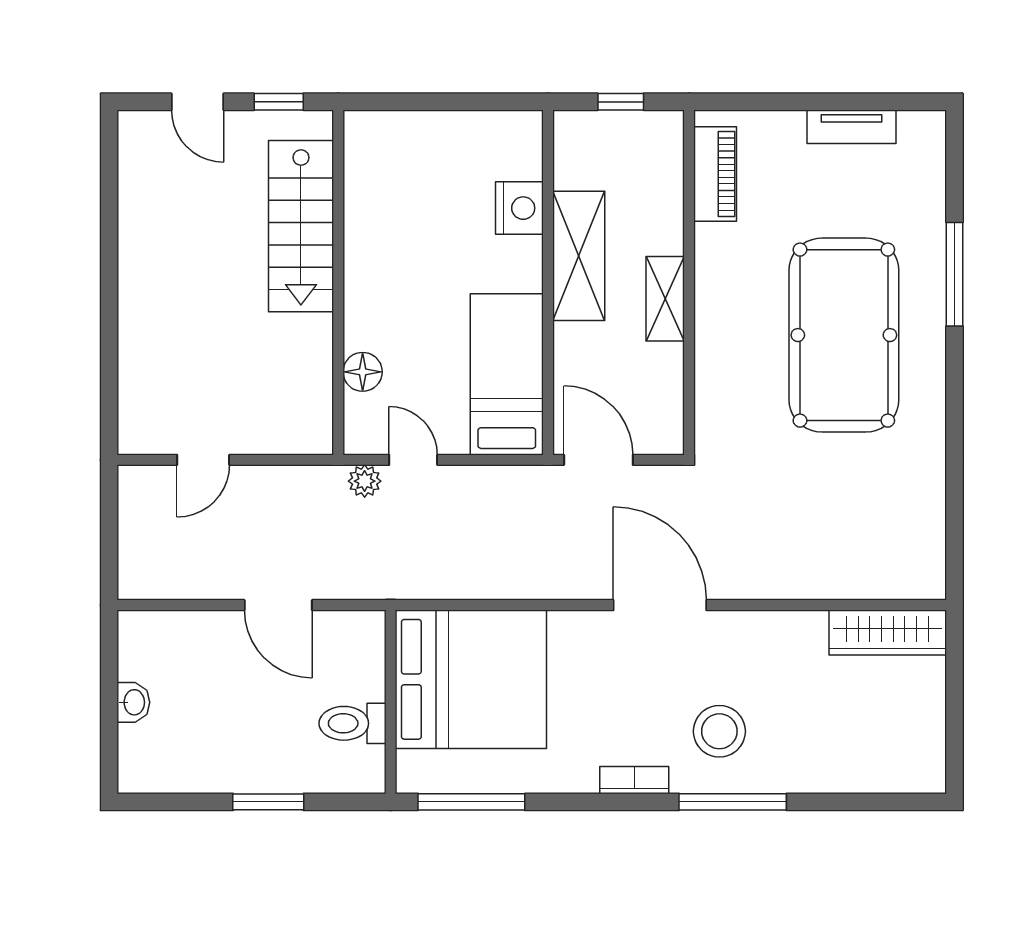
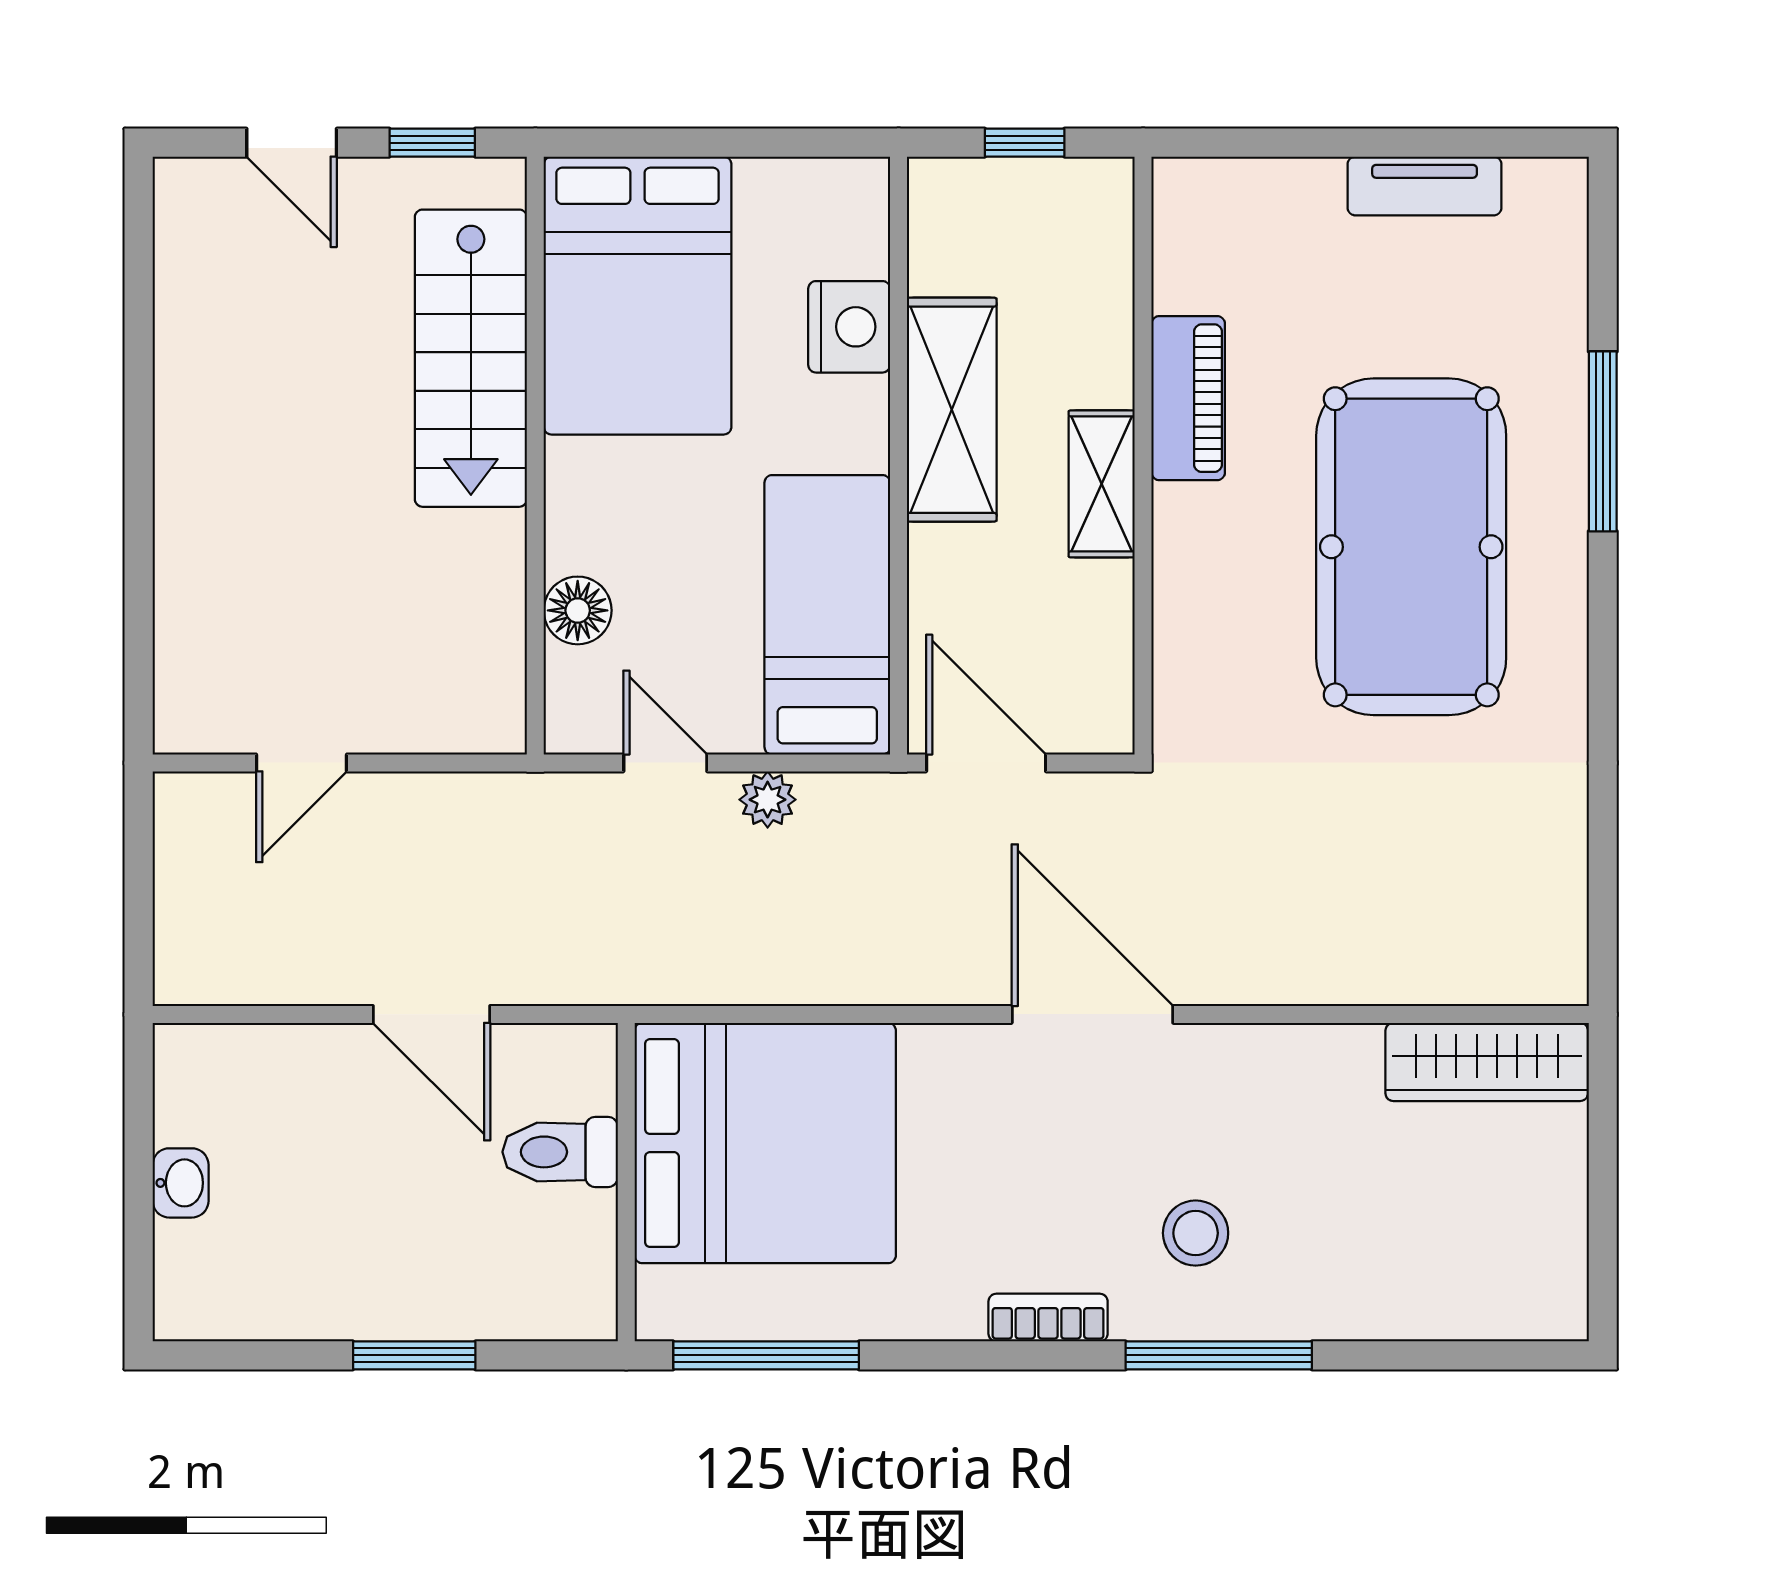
piano: (715, 174) -> (1188, 398), moved
bed: (397, 190) -> (638, 296), added
plant: (365, 481) -> (768, 800), moved
toilet: (352, 723) -> (560, 1152), moved
stool: (719, 731) -> (1196, 1233), width x0.73, depth x0.73

